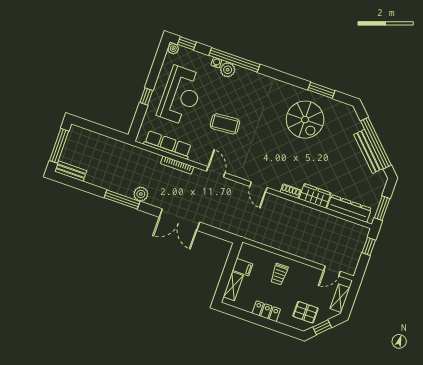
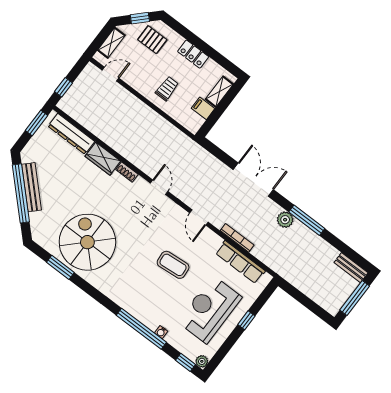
plant: (228, 70) -> (152, 321), removed
spiral stairs: (305, 120) -> (87, 242), width x1.37, depth x1.37

